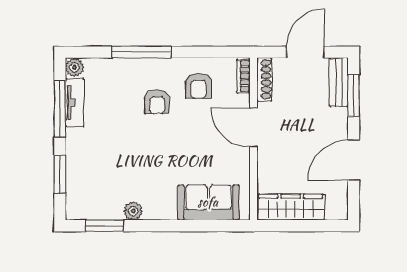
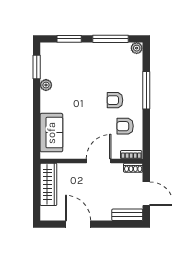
shoe rack: (264, 79) -> (133, 168), width x0.70
window: (354, 96) -> (119, 224), removed
tv unit: (75, 102) -> (114, 48), removed

